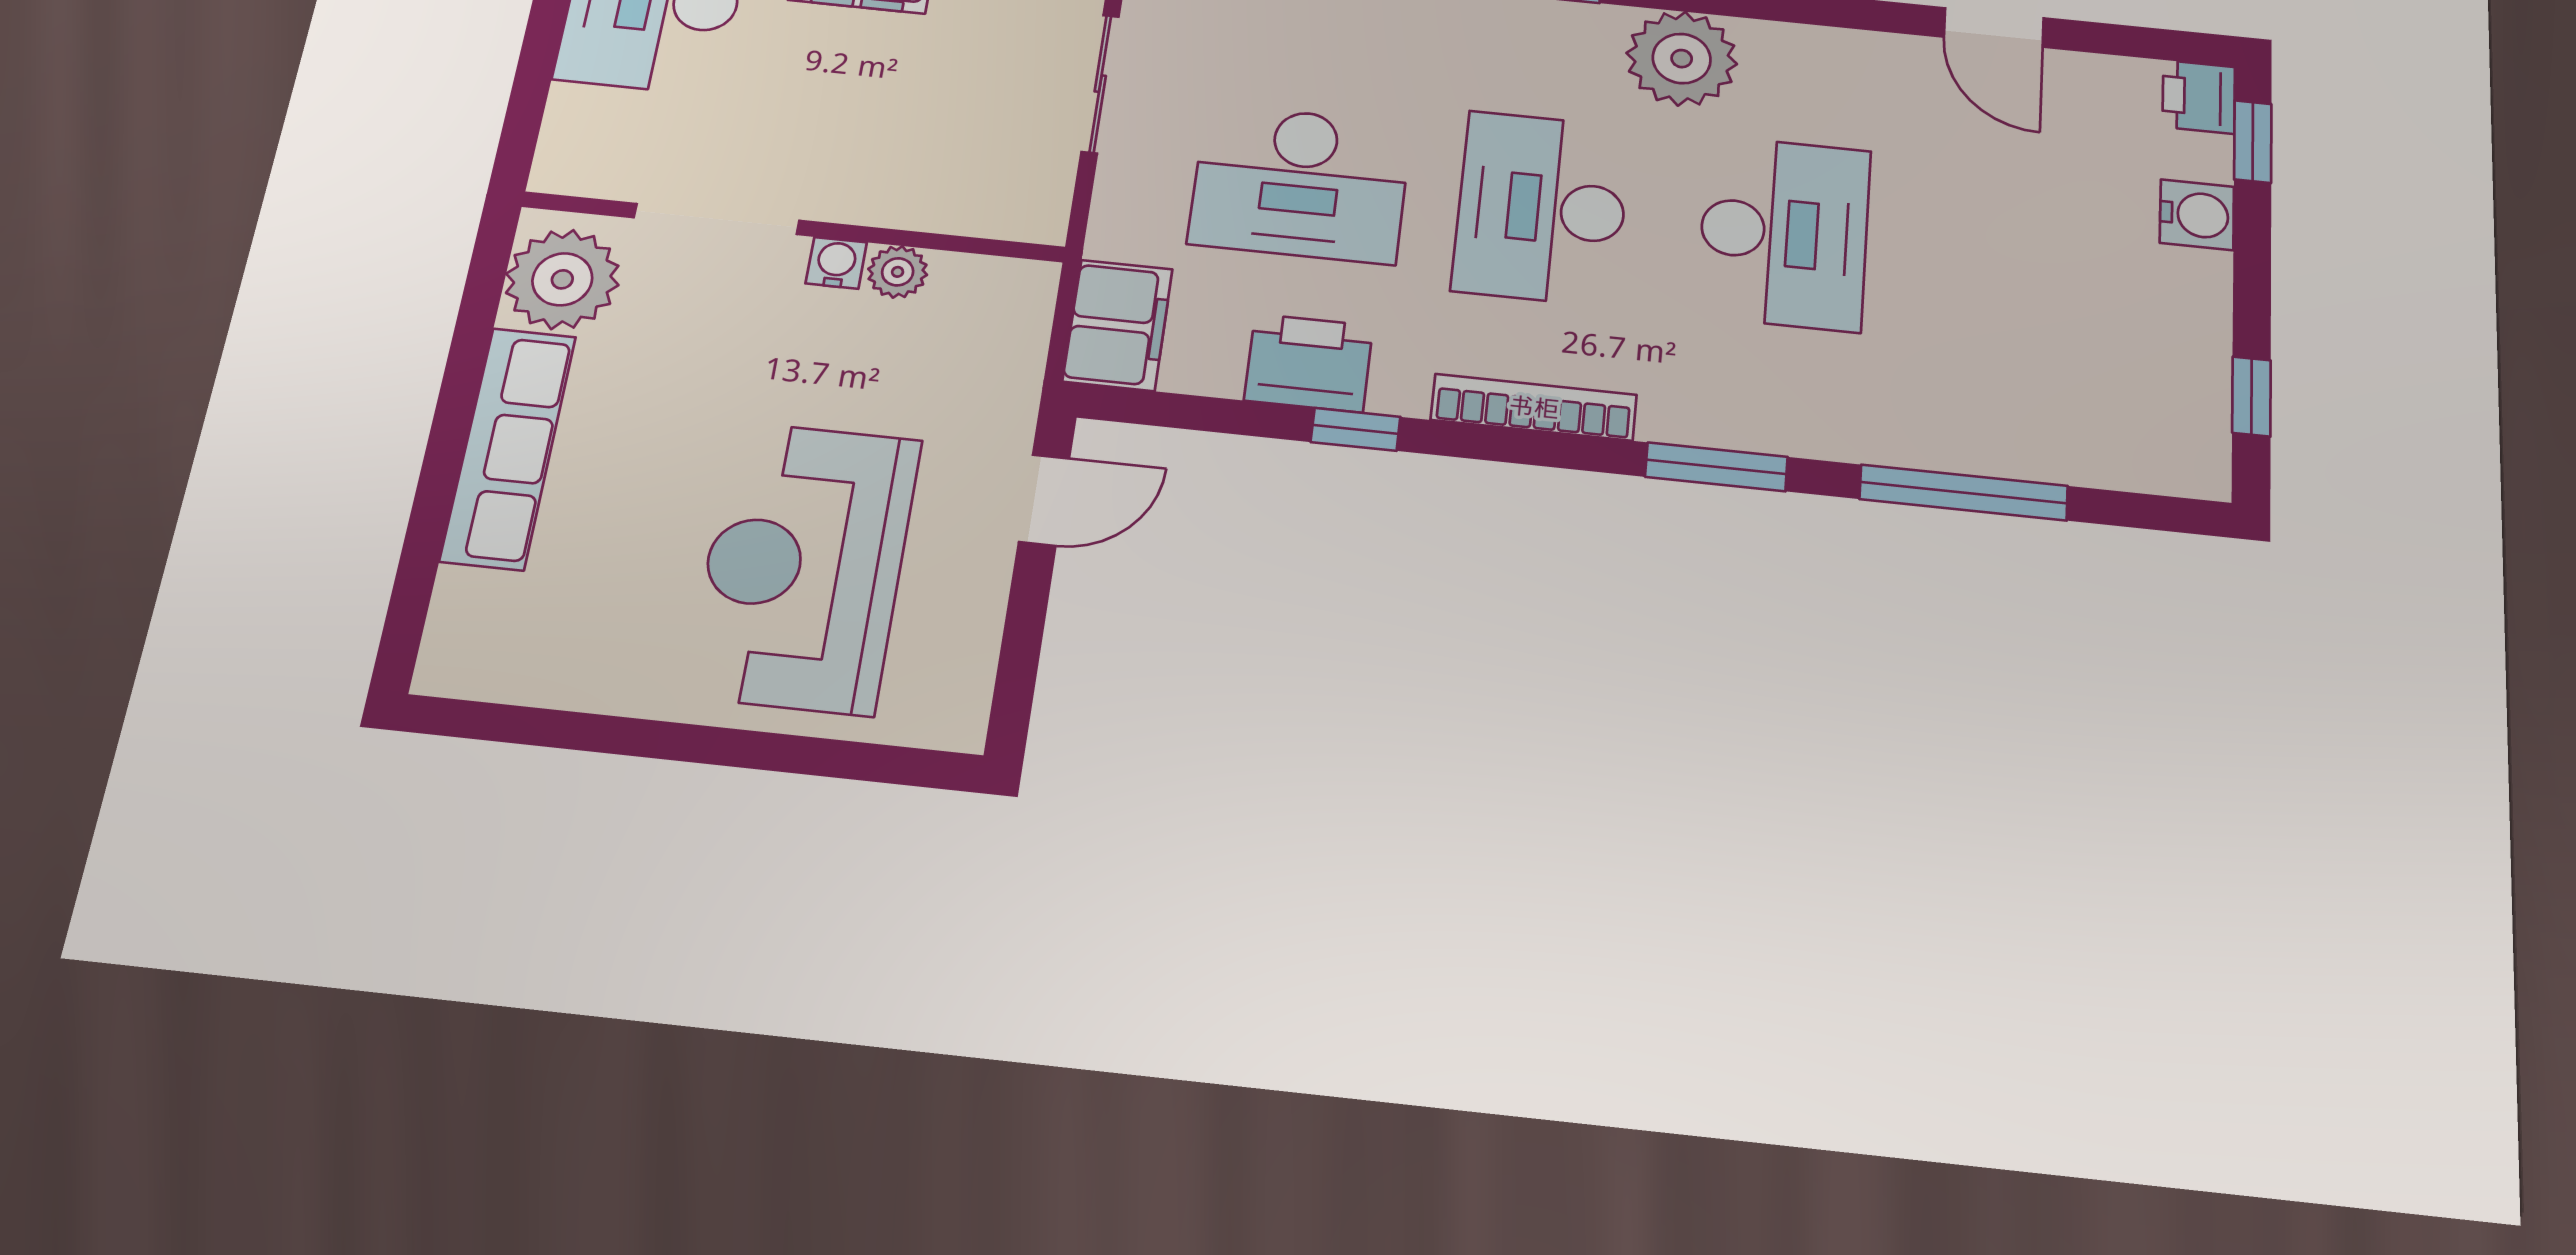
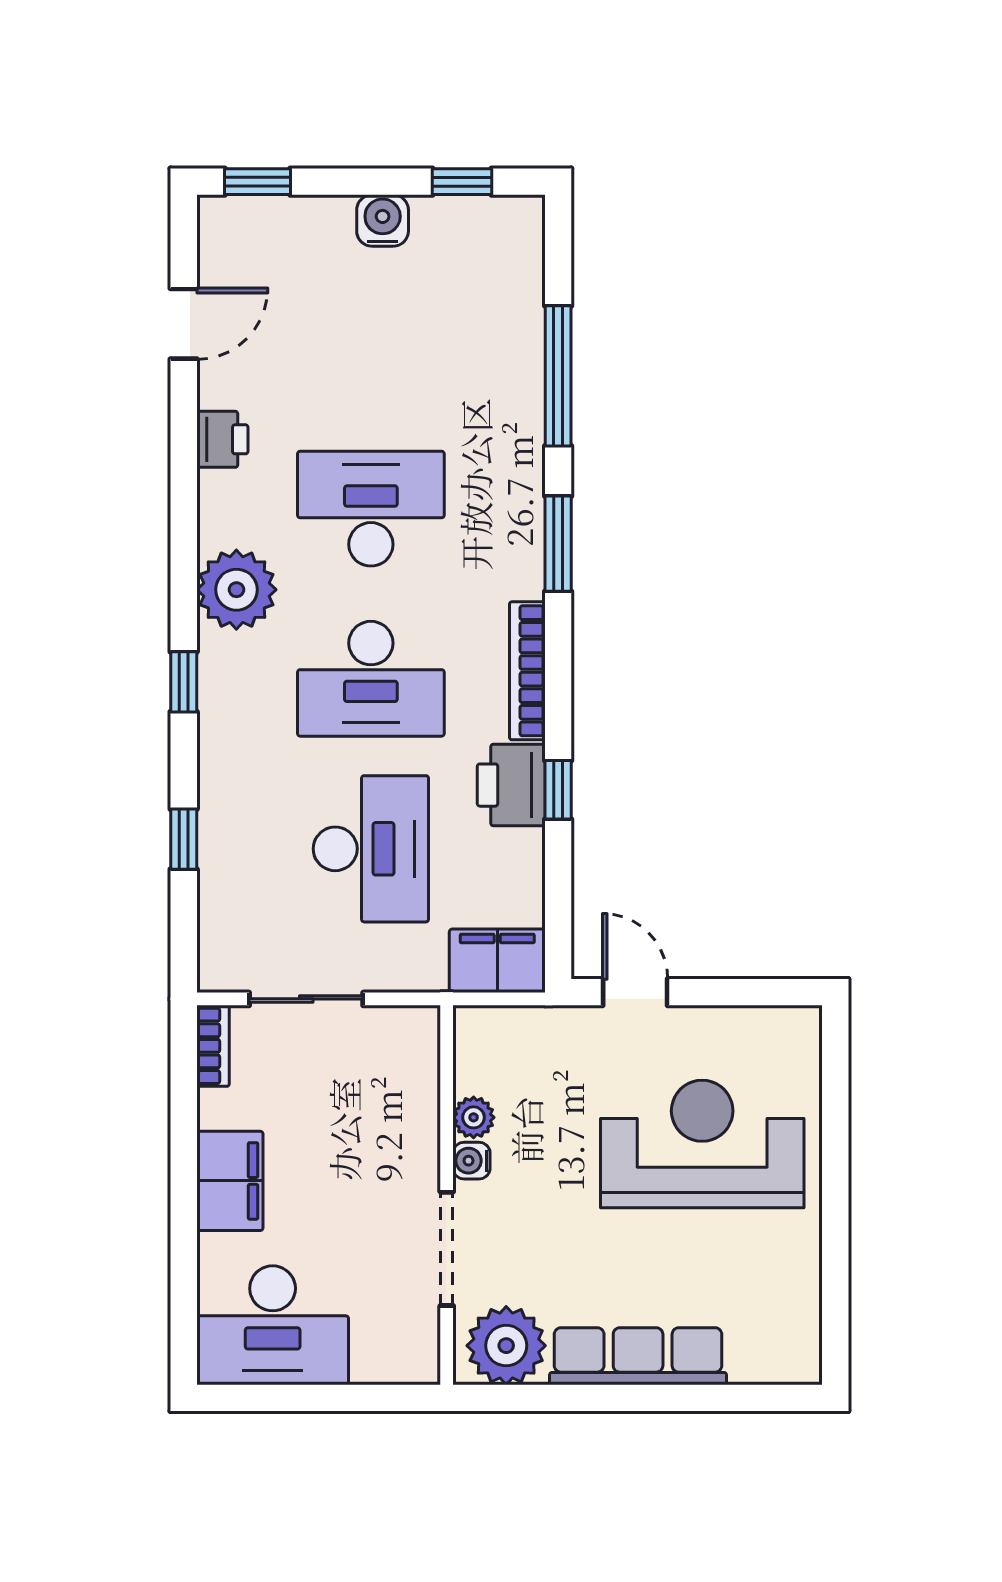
door: (1994, 27) -> (184, 324), moved
printer: (2199, 97) -> (222, 439), moved, turned -90
water cooler: (2197, 215) -> (383, 221), moved
printer: (1309, 363) -> (511, 785), moved
reception desk: (804, 567) -> (702, 1144), turned 180

